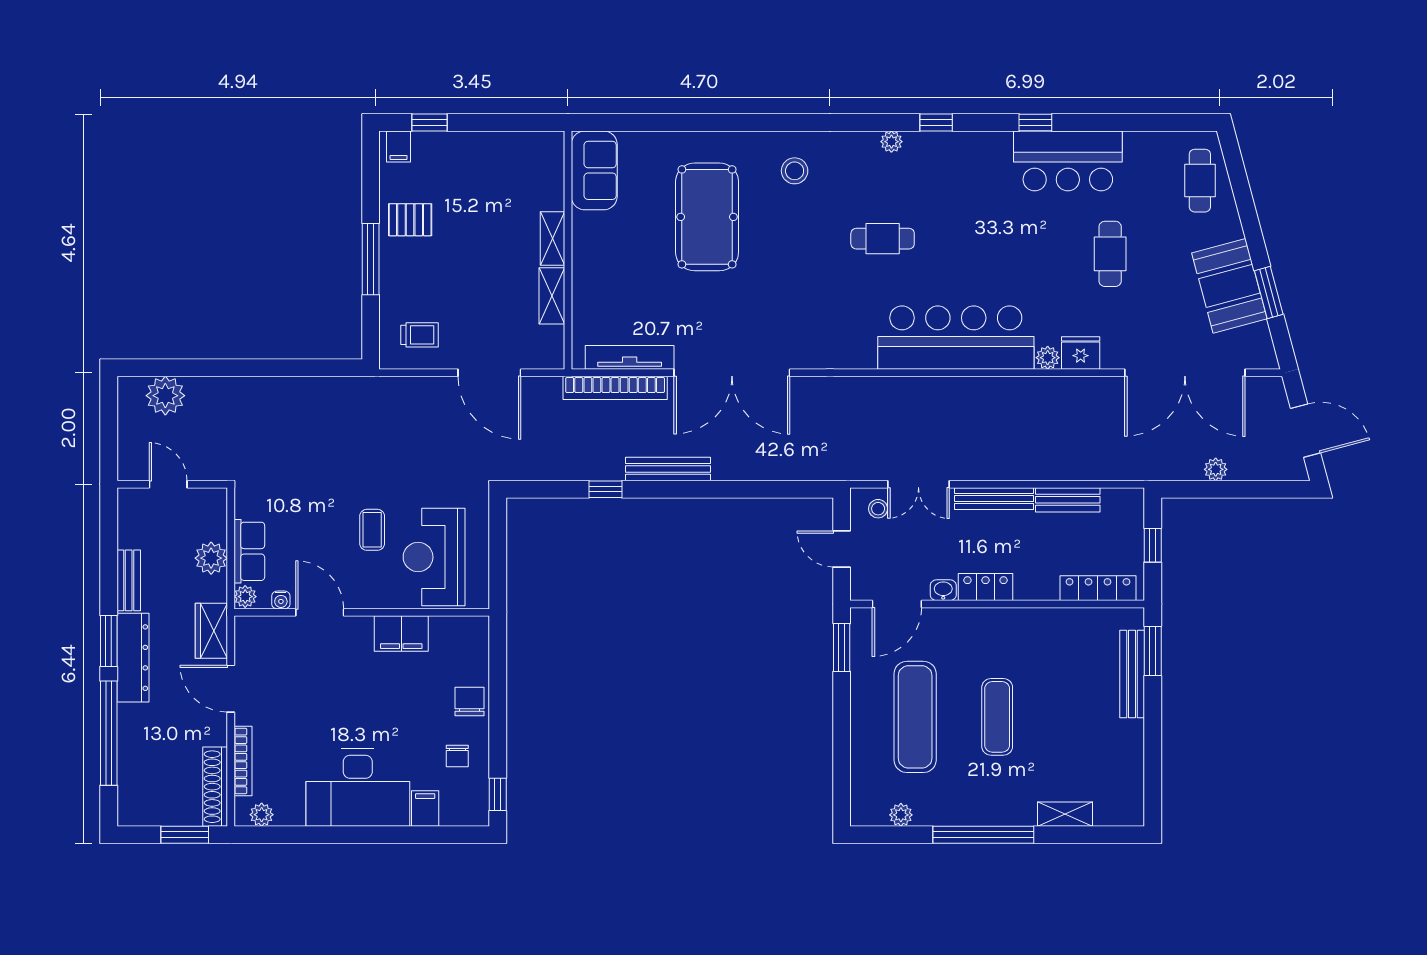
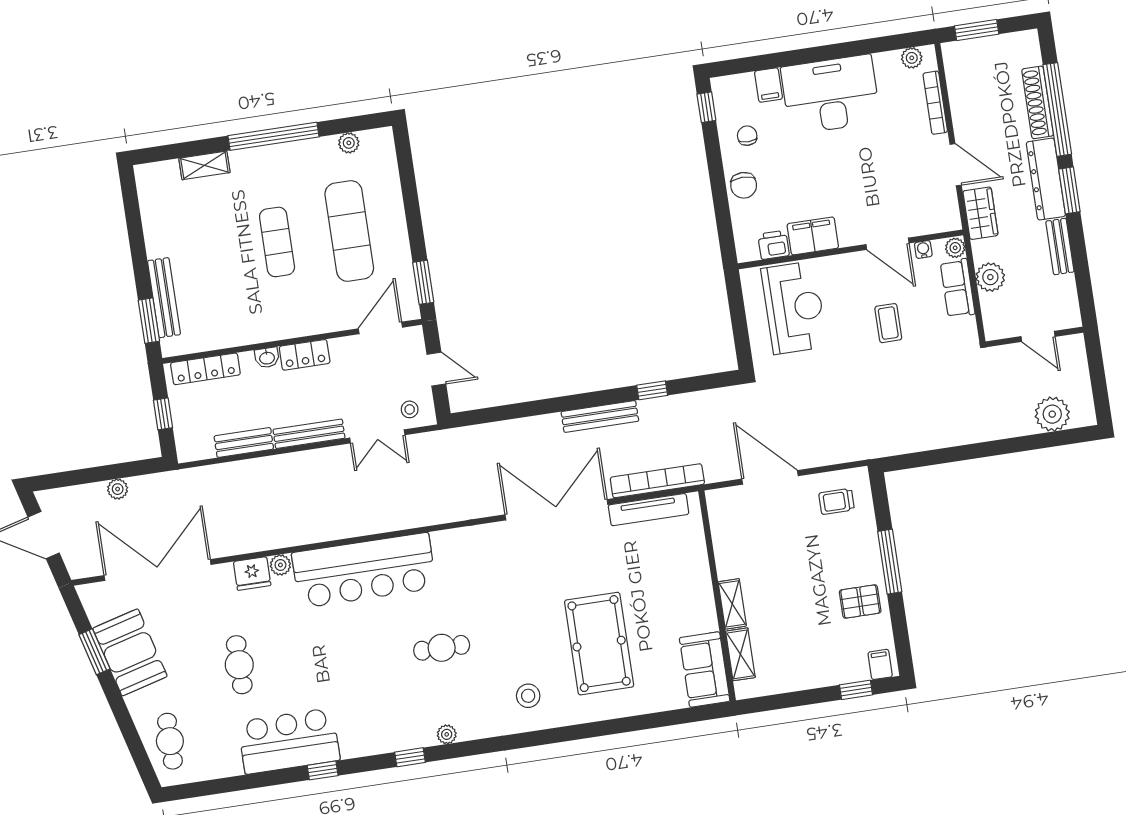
shelving: (552, 296) -> (740, 654), moved
double door: (918, 484) -> (377, 436), swing flipped
coffee table: (372, 530) -> (888, 323), moved
washbasin: (943, 590) -> (267, 358), moved
printer: (446, 630) -> (774, 245), added
shoe rack: (215, 787) -> (1038, 102), moved, turned 180

